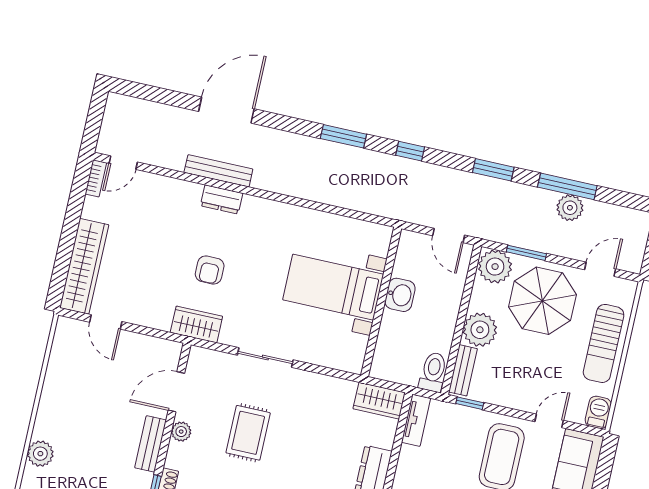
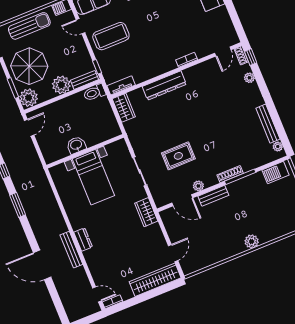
armchair: (210, 270) -> (118, 223), removed
bed with nightstands: (333, 287) -> (93, 177), moved
washbasin: (400, 295) -> (76, 145), moved
wall: (381, 302) -> (85, 151), moved

